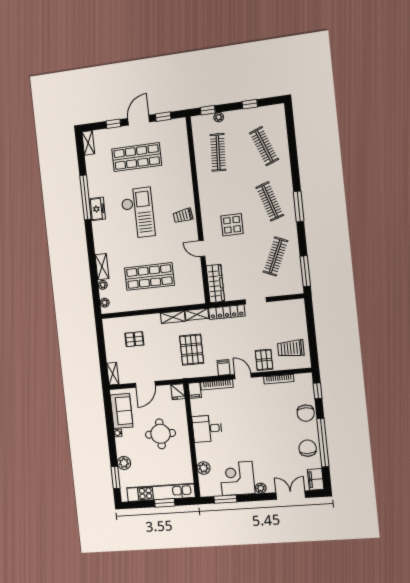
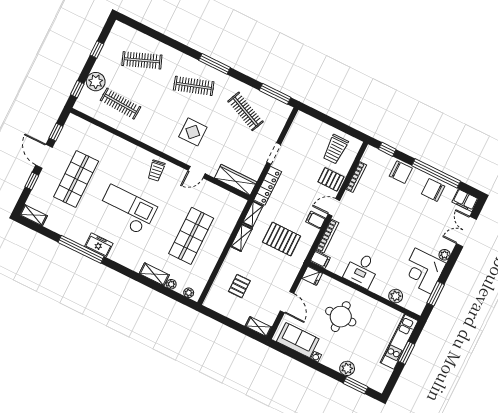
plant: (219, 117) -> (96, 82), width x1.88, depth x1.88
kitchen unit: (161, 492) -> (399, 342), width x0.73

